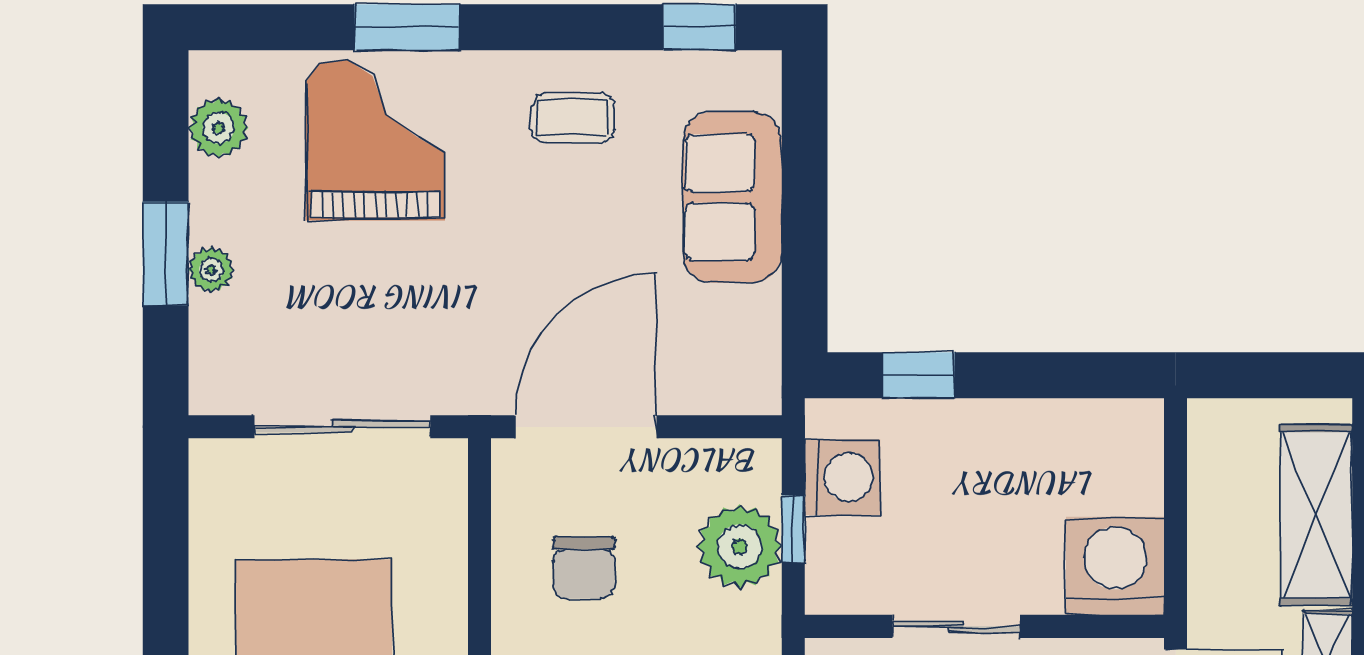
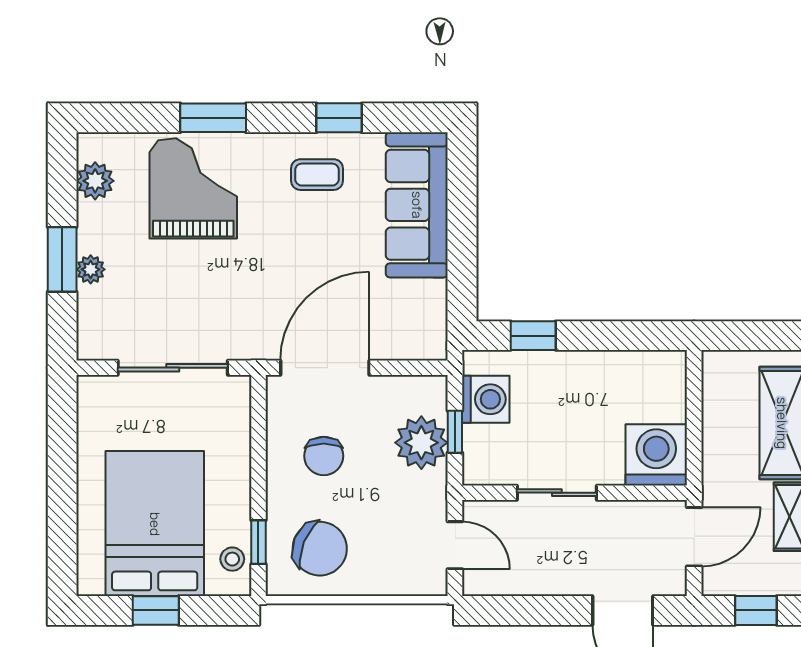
window: (699, 27) -> (339, 118), moved
sofa: (732, 197) -> (417, 205), width x1.36

